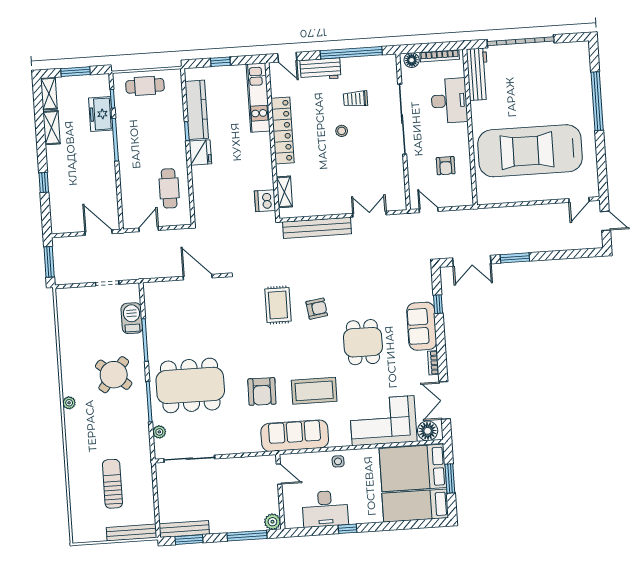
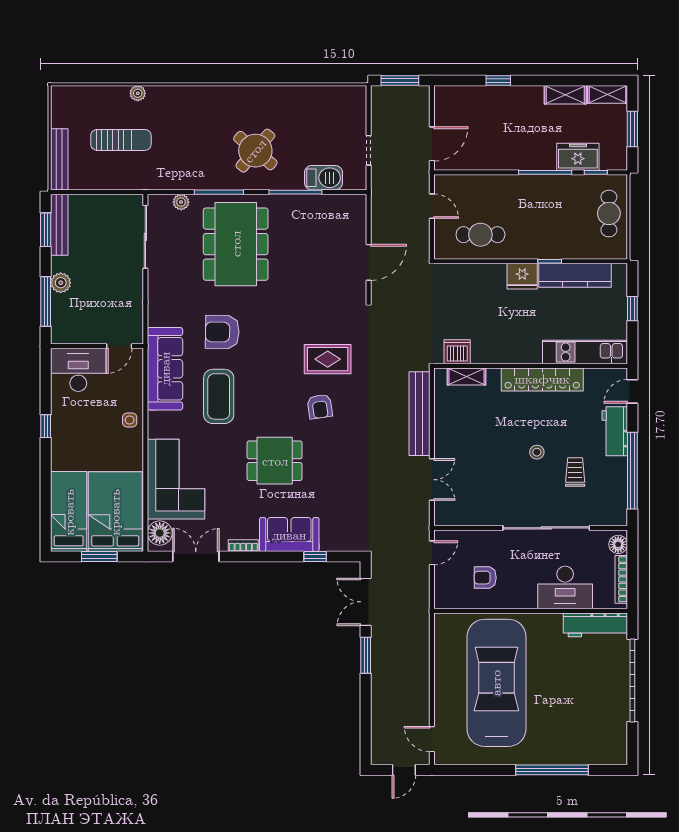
plant: (69, 403) -> (138, 93), moved
desk: (325, 509) -> (78, 370), moved, turned 90
plant: (272, 522) -> (61, 283), moved

